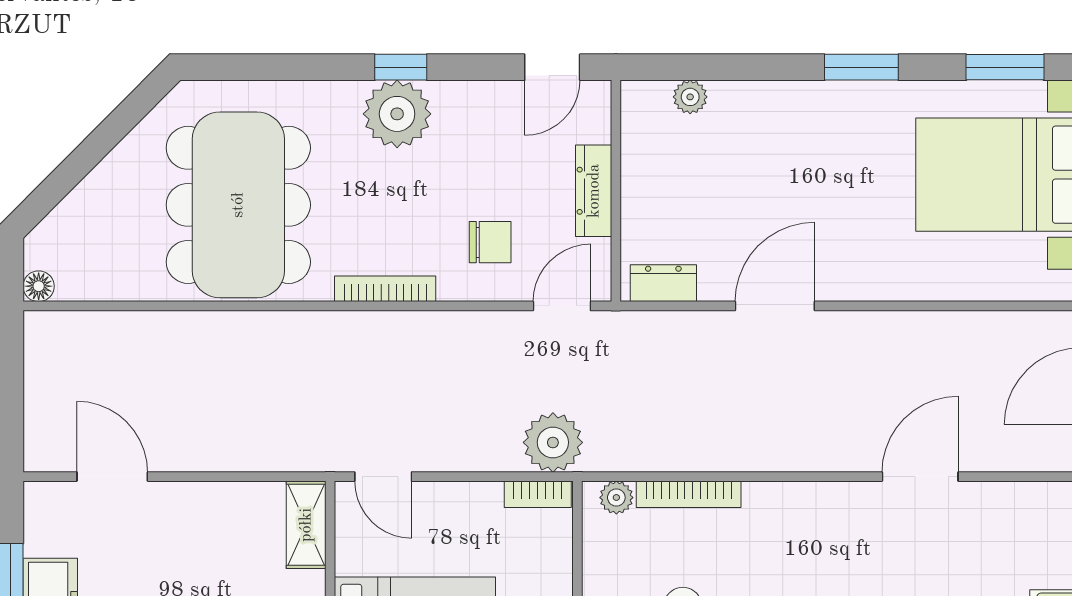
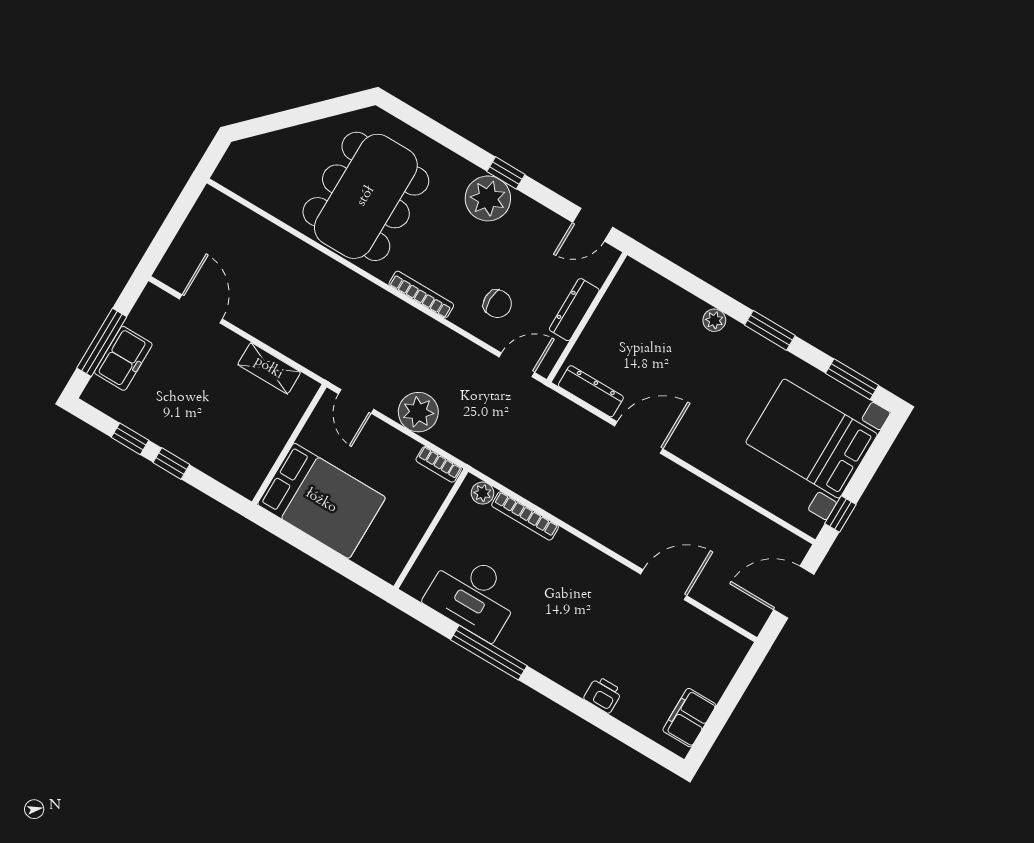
plant: (690, 97) -> (714, 320), moved
dresser: (663, 283) -> (591, 391), width x1.44
floor lamp: (39, 286) -> (224, 175), removed
plant: (553, 442) -> (418, 412), moved
shelving: (306, 525) -> (269, 368), moved, turned 90

